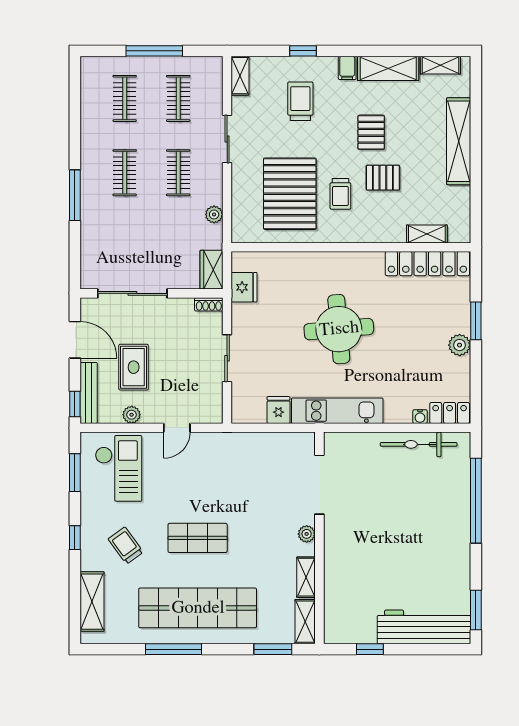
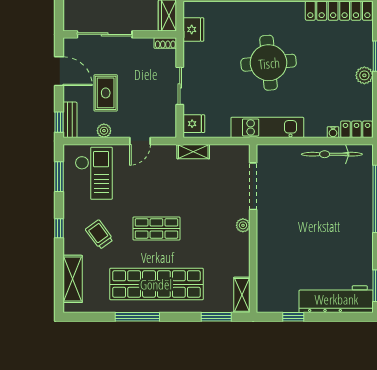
bench: (89, 393) -> (70, 120), width x0.73
fridge: (278, 410) -> (194, 124), moved, turned 90
shelving: (306, 577) -> (193, 152), moved, turned 90

